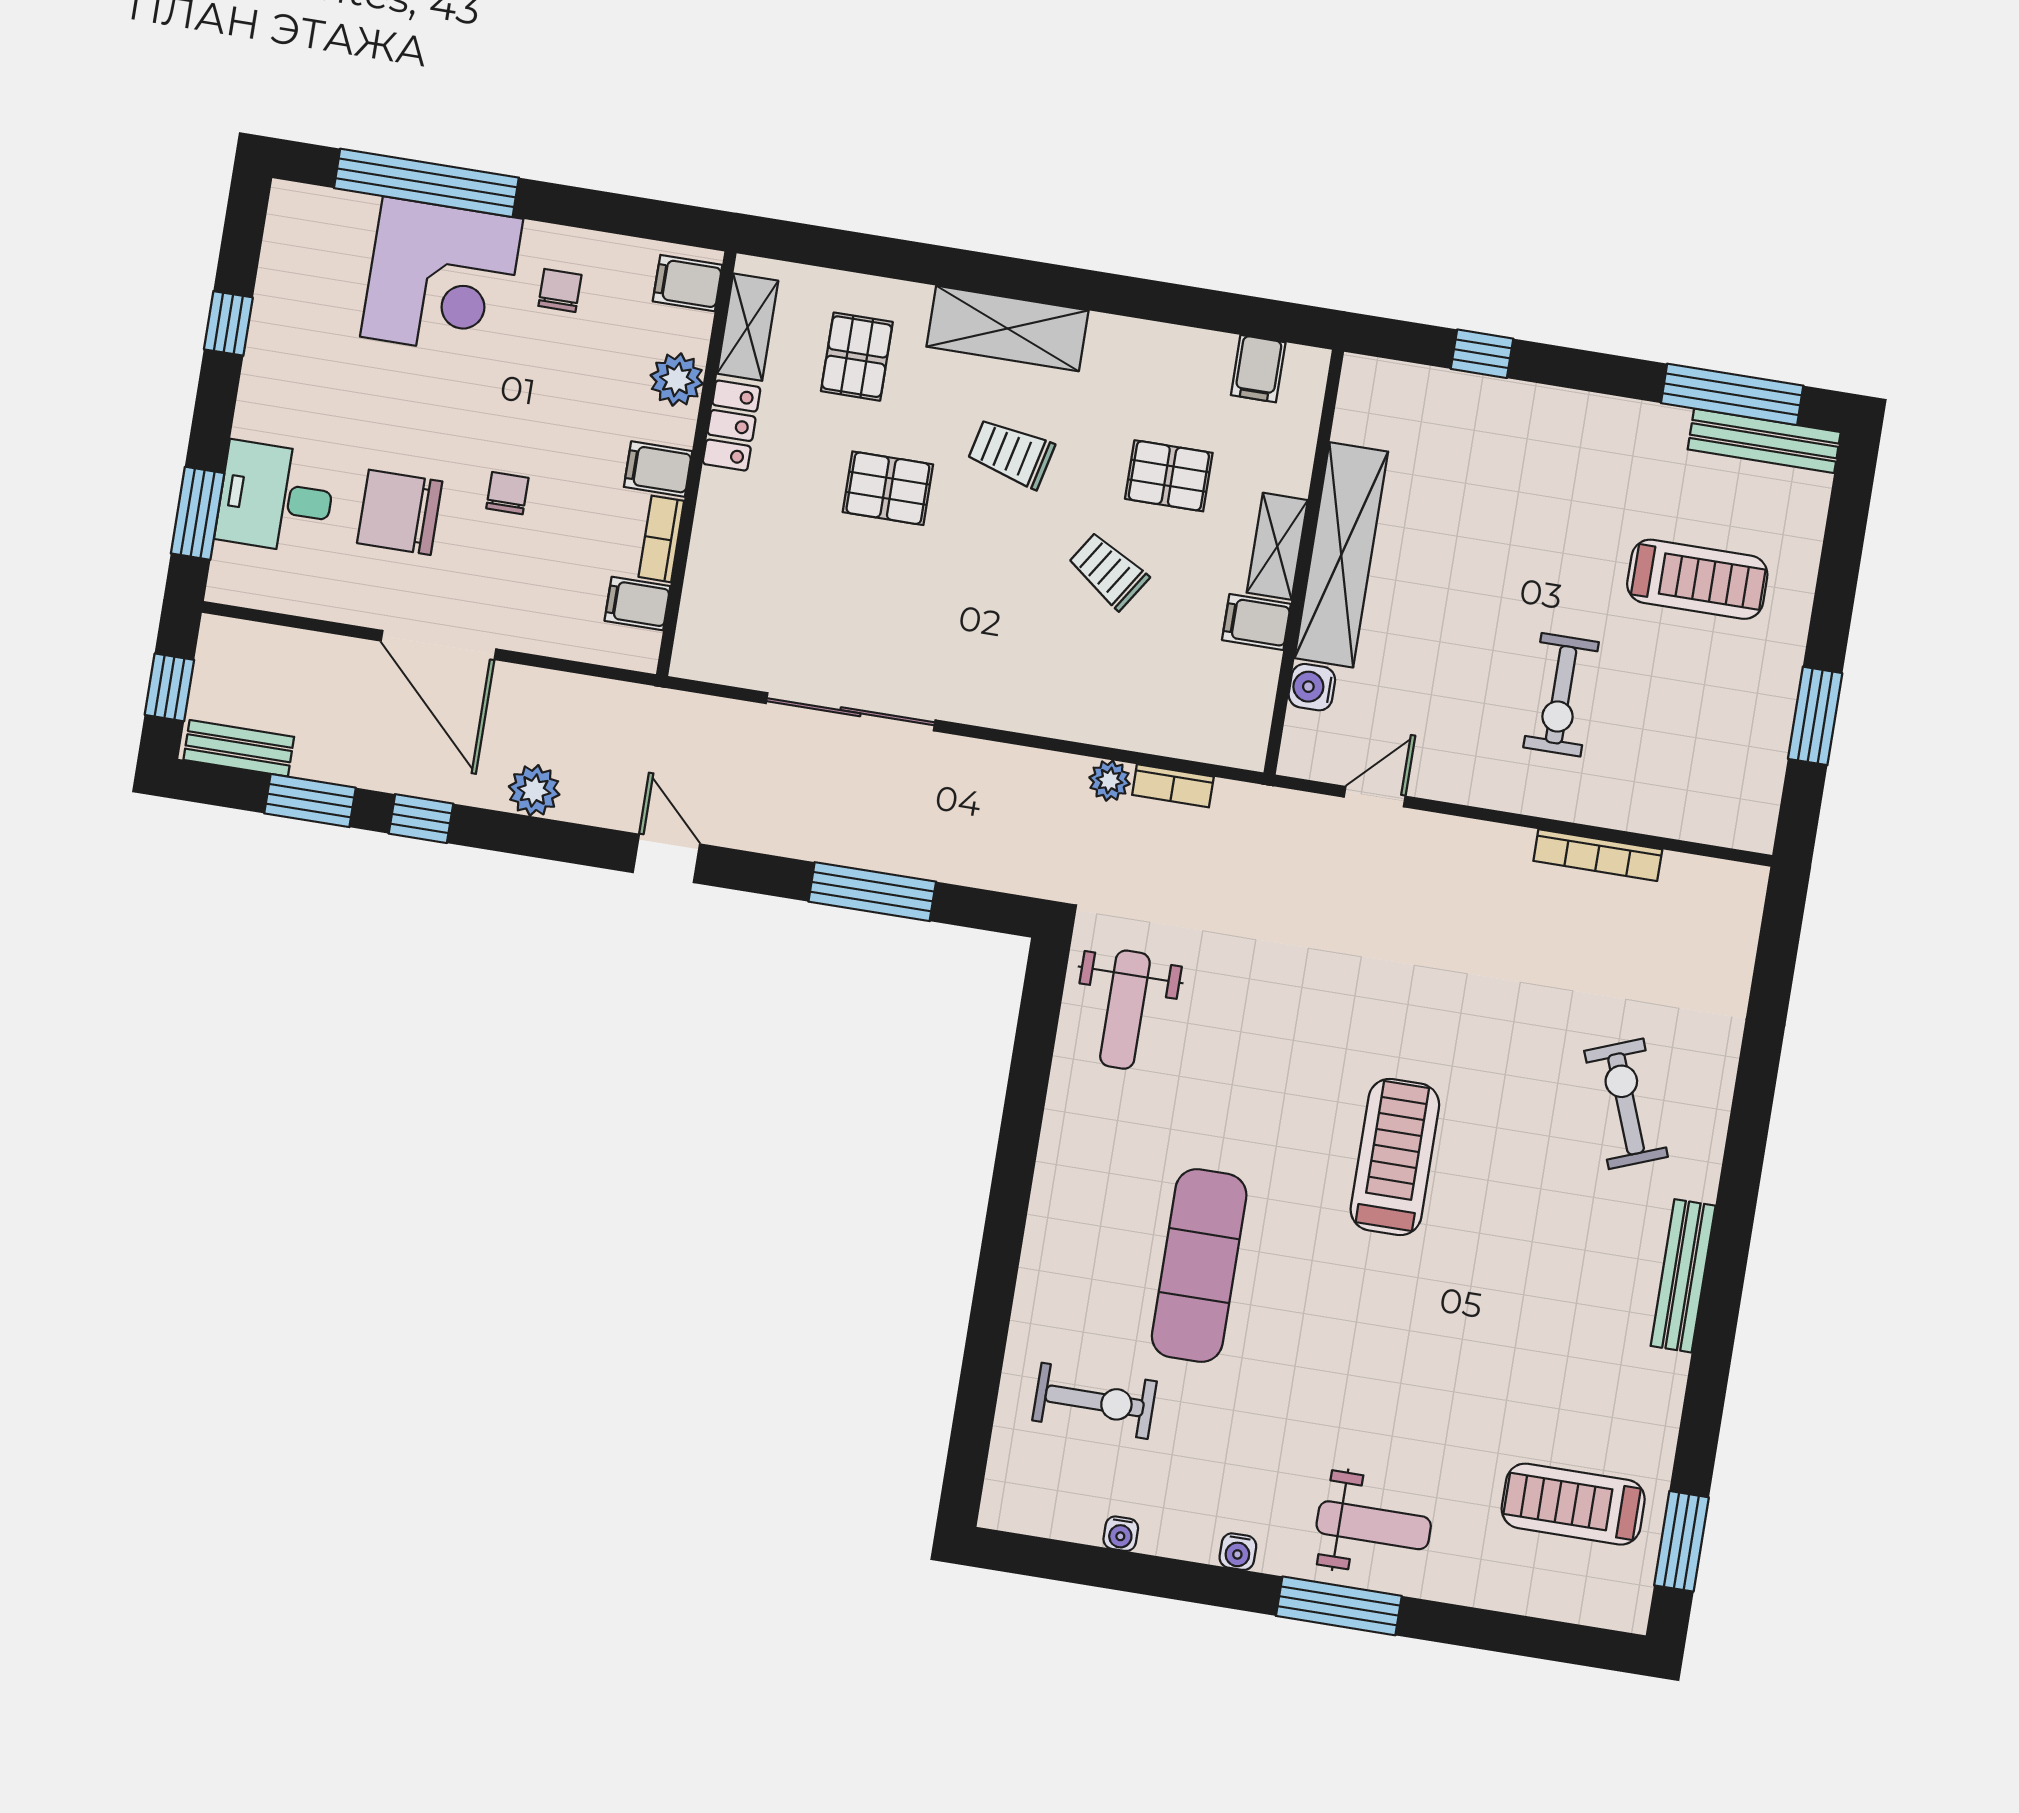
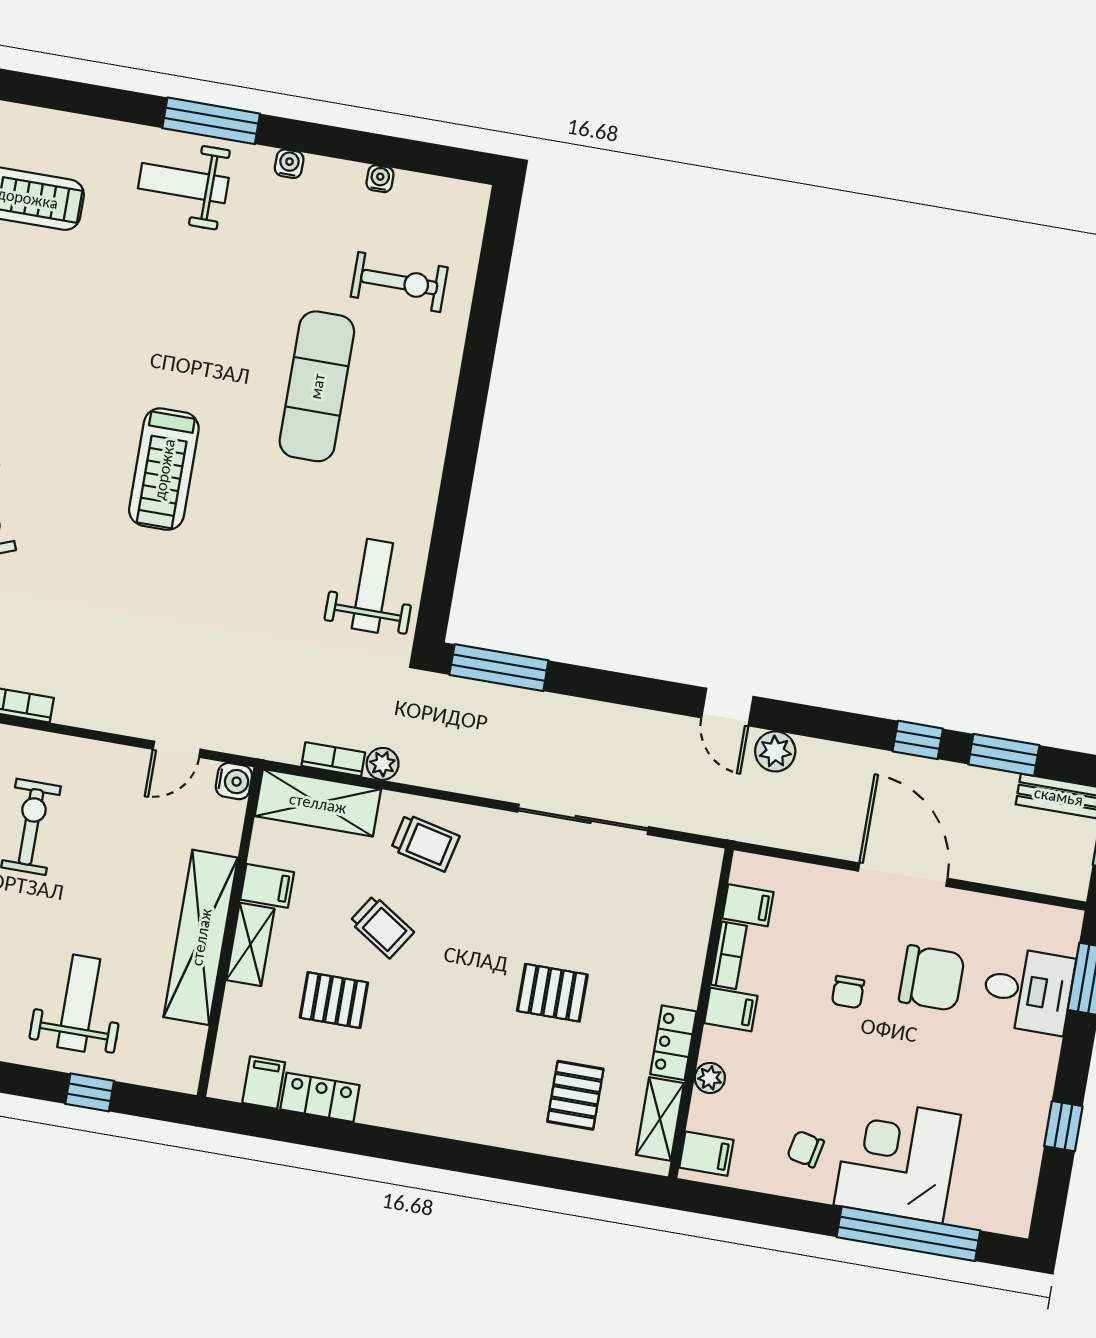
chair: (560, 290) -> (806, 1149), turned 102
shelving: (1007, 329) -> (318, 803), moved
locker: (1186, 350) -> (320, 1097), added
plant: (677, 380) -> (710, 1078), width x0.73, depth x0.73
trolley: (1011, 453) -> (425, 843), moved
weight bench: (1497, 468) -> (79, 1003), added
water cooler: (1312, 687) -> (234, 781), moved
plant: (534, 790) -> (775, 751), moved
window: (872, 892) -> (499, 668), moved
exercise bike: (1095, 1401) -> (399, 282), turned 180

